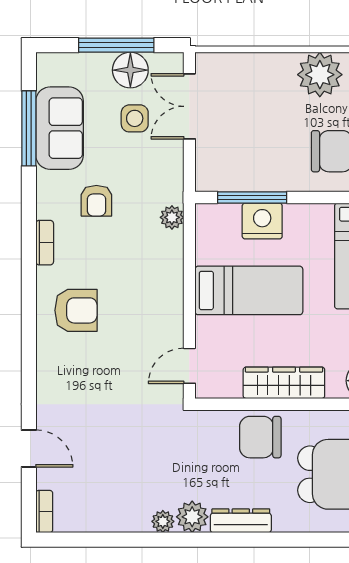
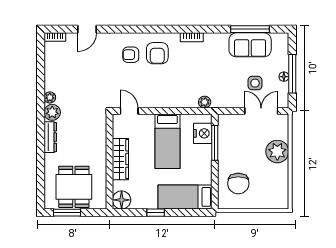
floor lamp: (130, 70) -> (284, 77), width x0.53, depth x0.53
plant: (320, 75) -> (277, 152), moved
armchair: (96, 201) -> (131, 55), moved
nightstand: (262, 221) -> (203, 133), moved
chair: (260, 437) -> (93, 147), removed

